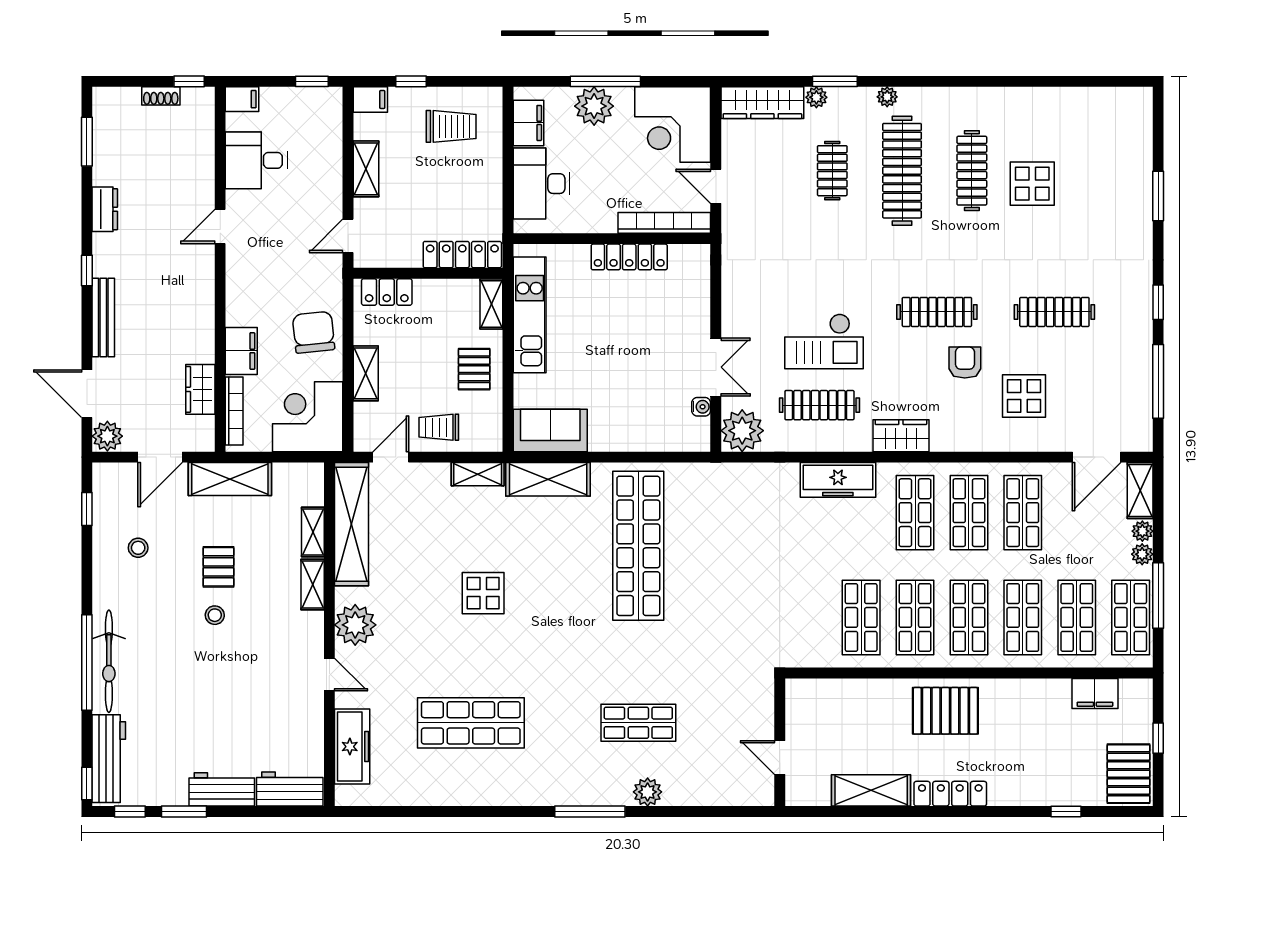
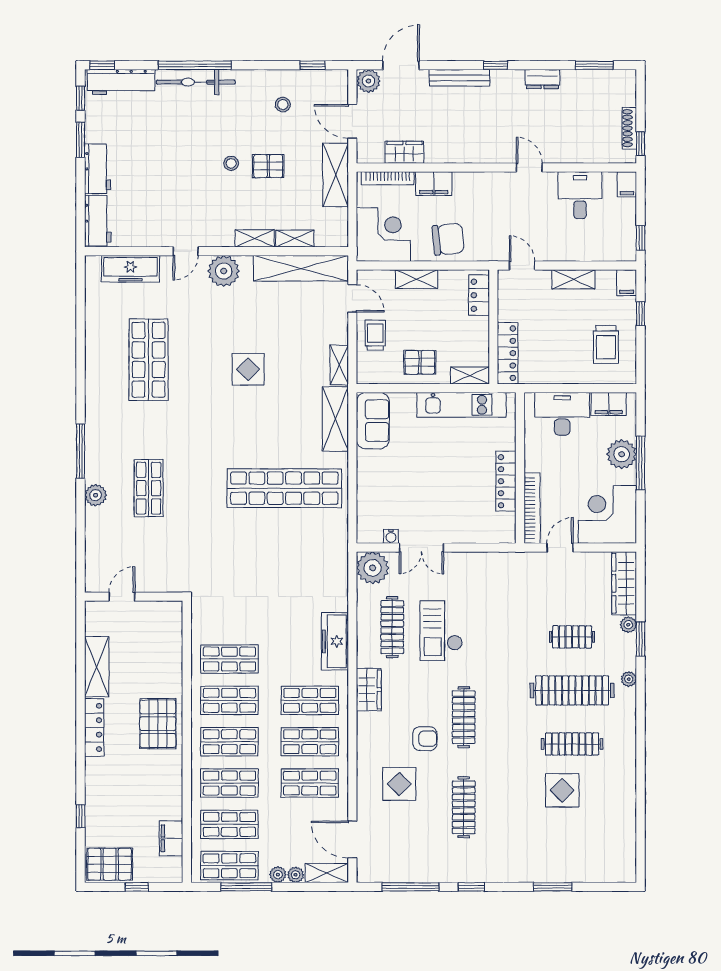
shoe rack: (161, 96) -> (629, 128), width x1.43

